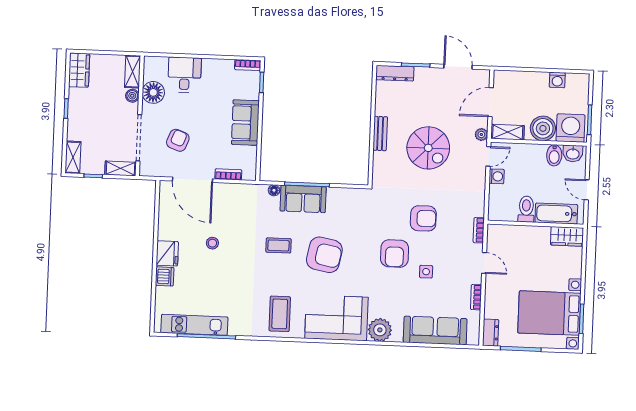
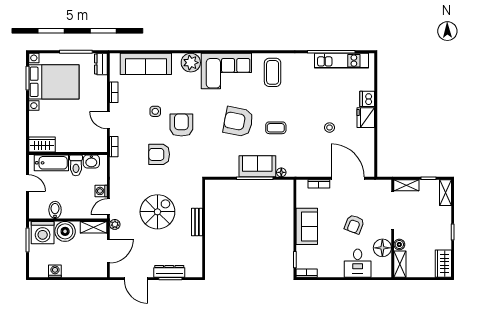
dresser: (395, 73) -> (169, 271), moved
armchair: (178, 140) -> (354, 224), moved
spiral stairs: (428, 148) -> (157, 212), turned 90
washbasin: (573, 154) -> (91, 161), moved, turned 180

